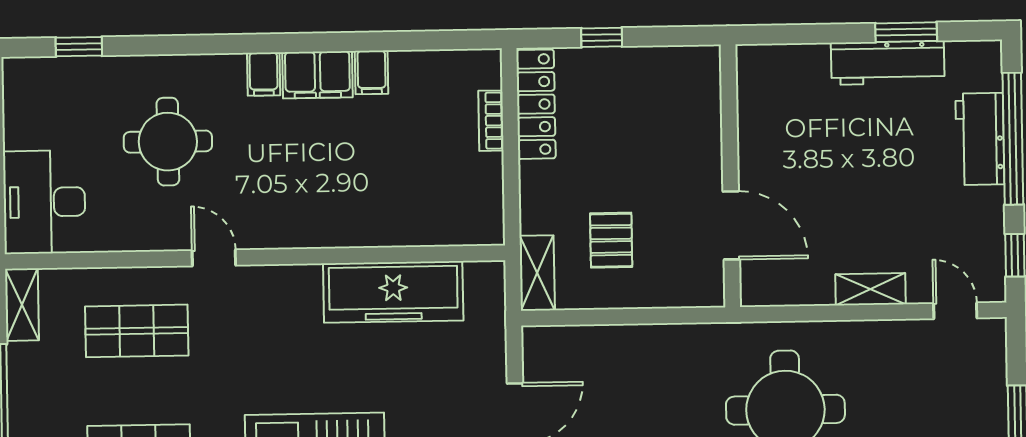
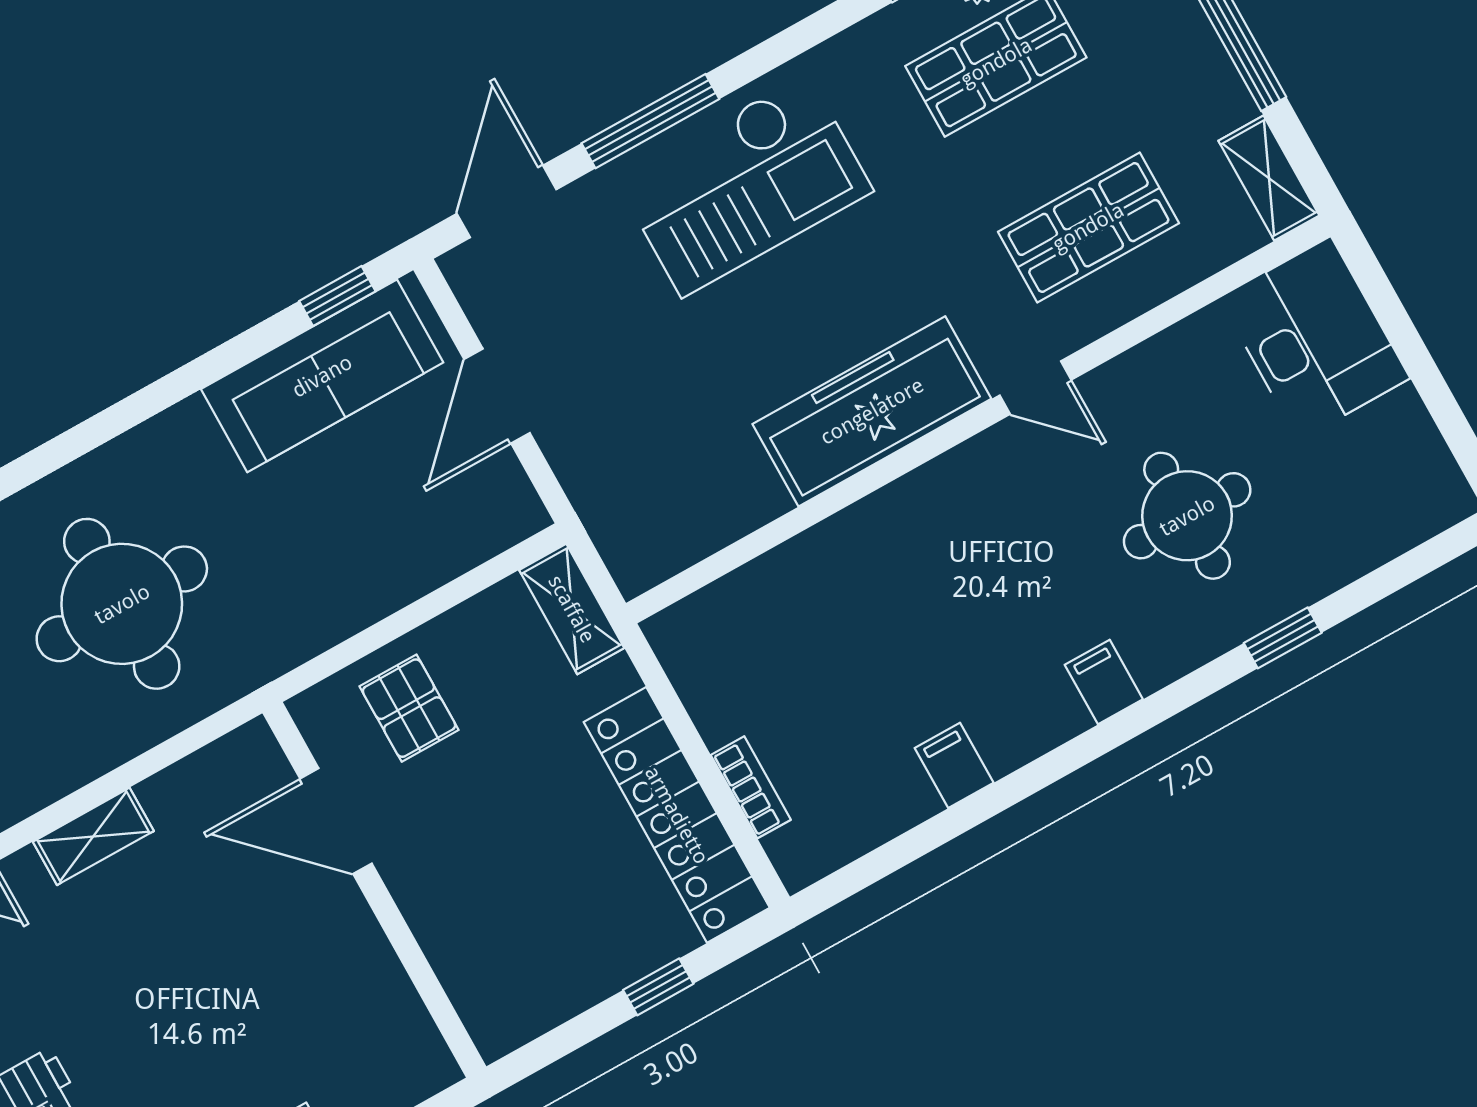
window: (79, 47) -> (1283, 638), moved
filing cabinet: (318, 75) -> (1028, 722), removed
locker: (536, 104) -> (677, 815), width x1.41, depth x1.21
pallet: (611, 240) -> (409, 708), moved
freezer: (393, 292) -> (872, 411), moved

